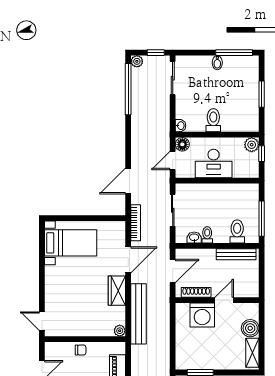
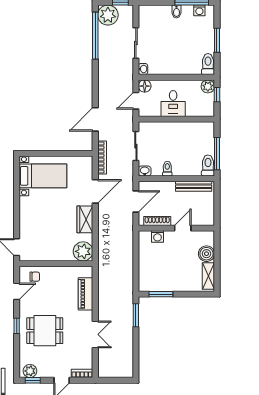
plant: (137, 61) -> (108, 15), width x1.87, depth x1.87
washing machine: (242, 61) -> (199, 10), added
sliding door: (173, 78) -> (136, 43), moved
toilet: (213, 120) -> (208, 64), moved
desk: (214, 163) -> (173, 103), width x0.73
toilet: (237, 231) -> (208, 165), moved
washbasin: (194, 238) -> (145, 171), moved
bench: (138, 314) -> (105, 241), removed
washing machine: (202, 315) -> (157, 237), width x0.53, depth x0.53
plant: (120, 331) -> (83, 251), width x1.88, depth x1.88
chair: (81, 350) -> (35, 277), moved

